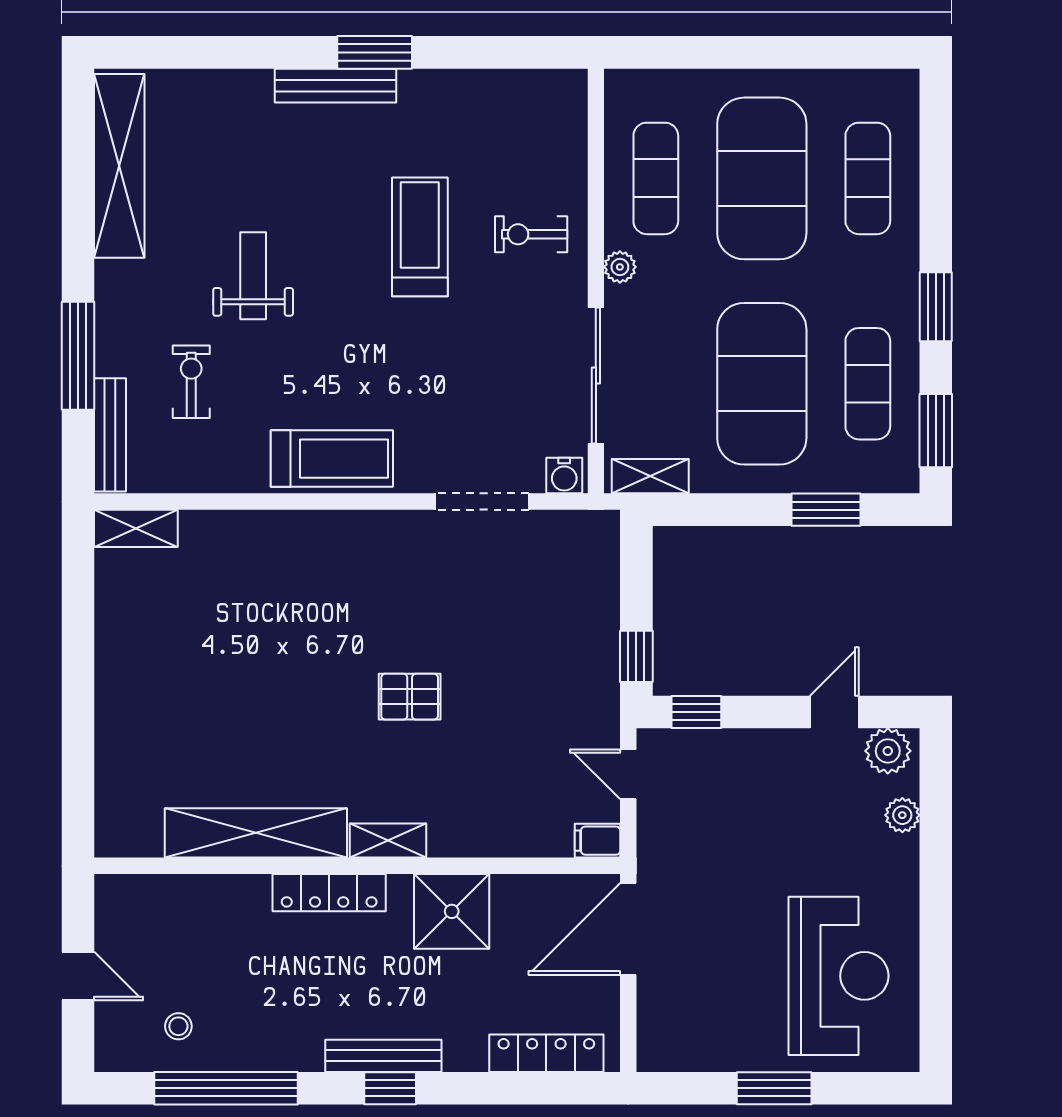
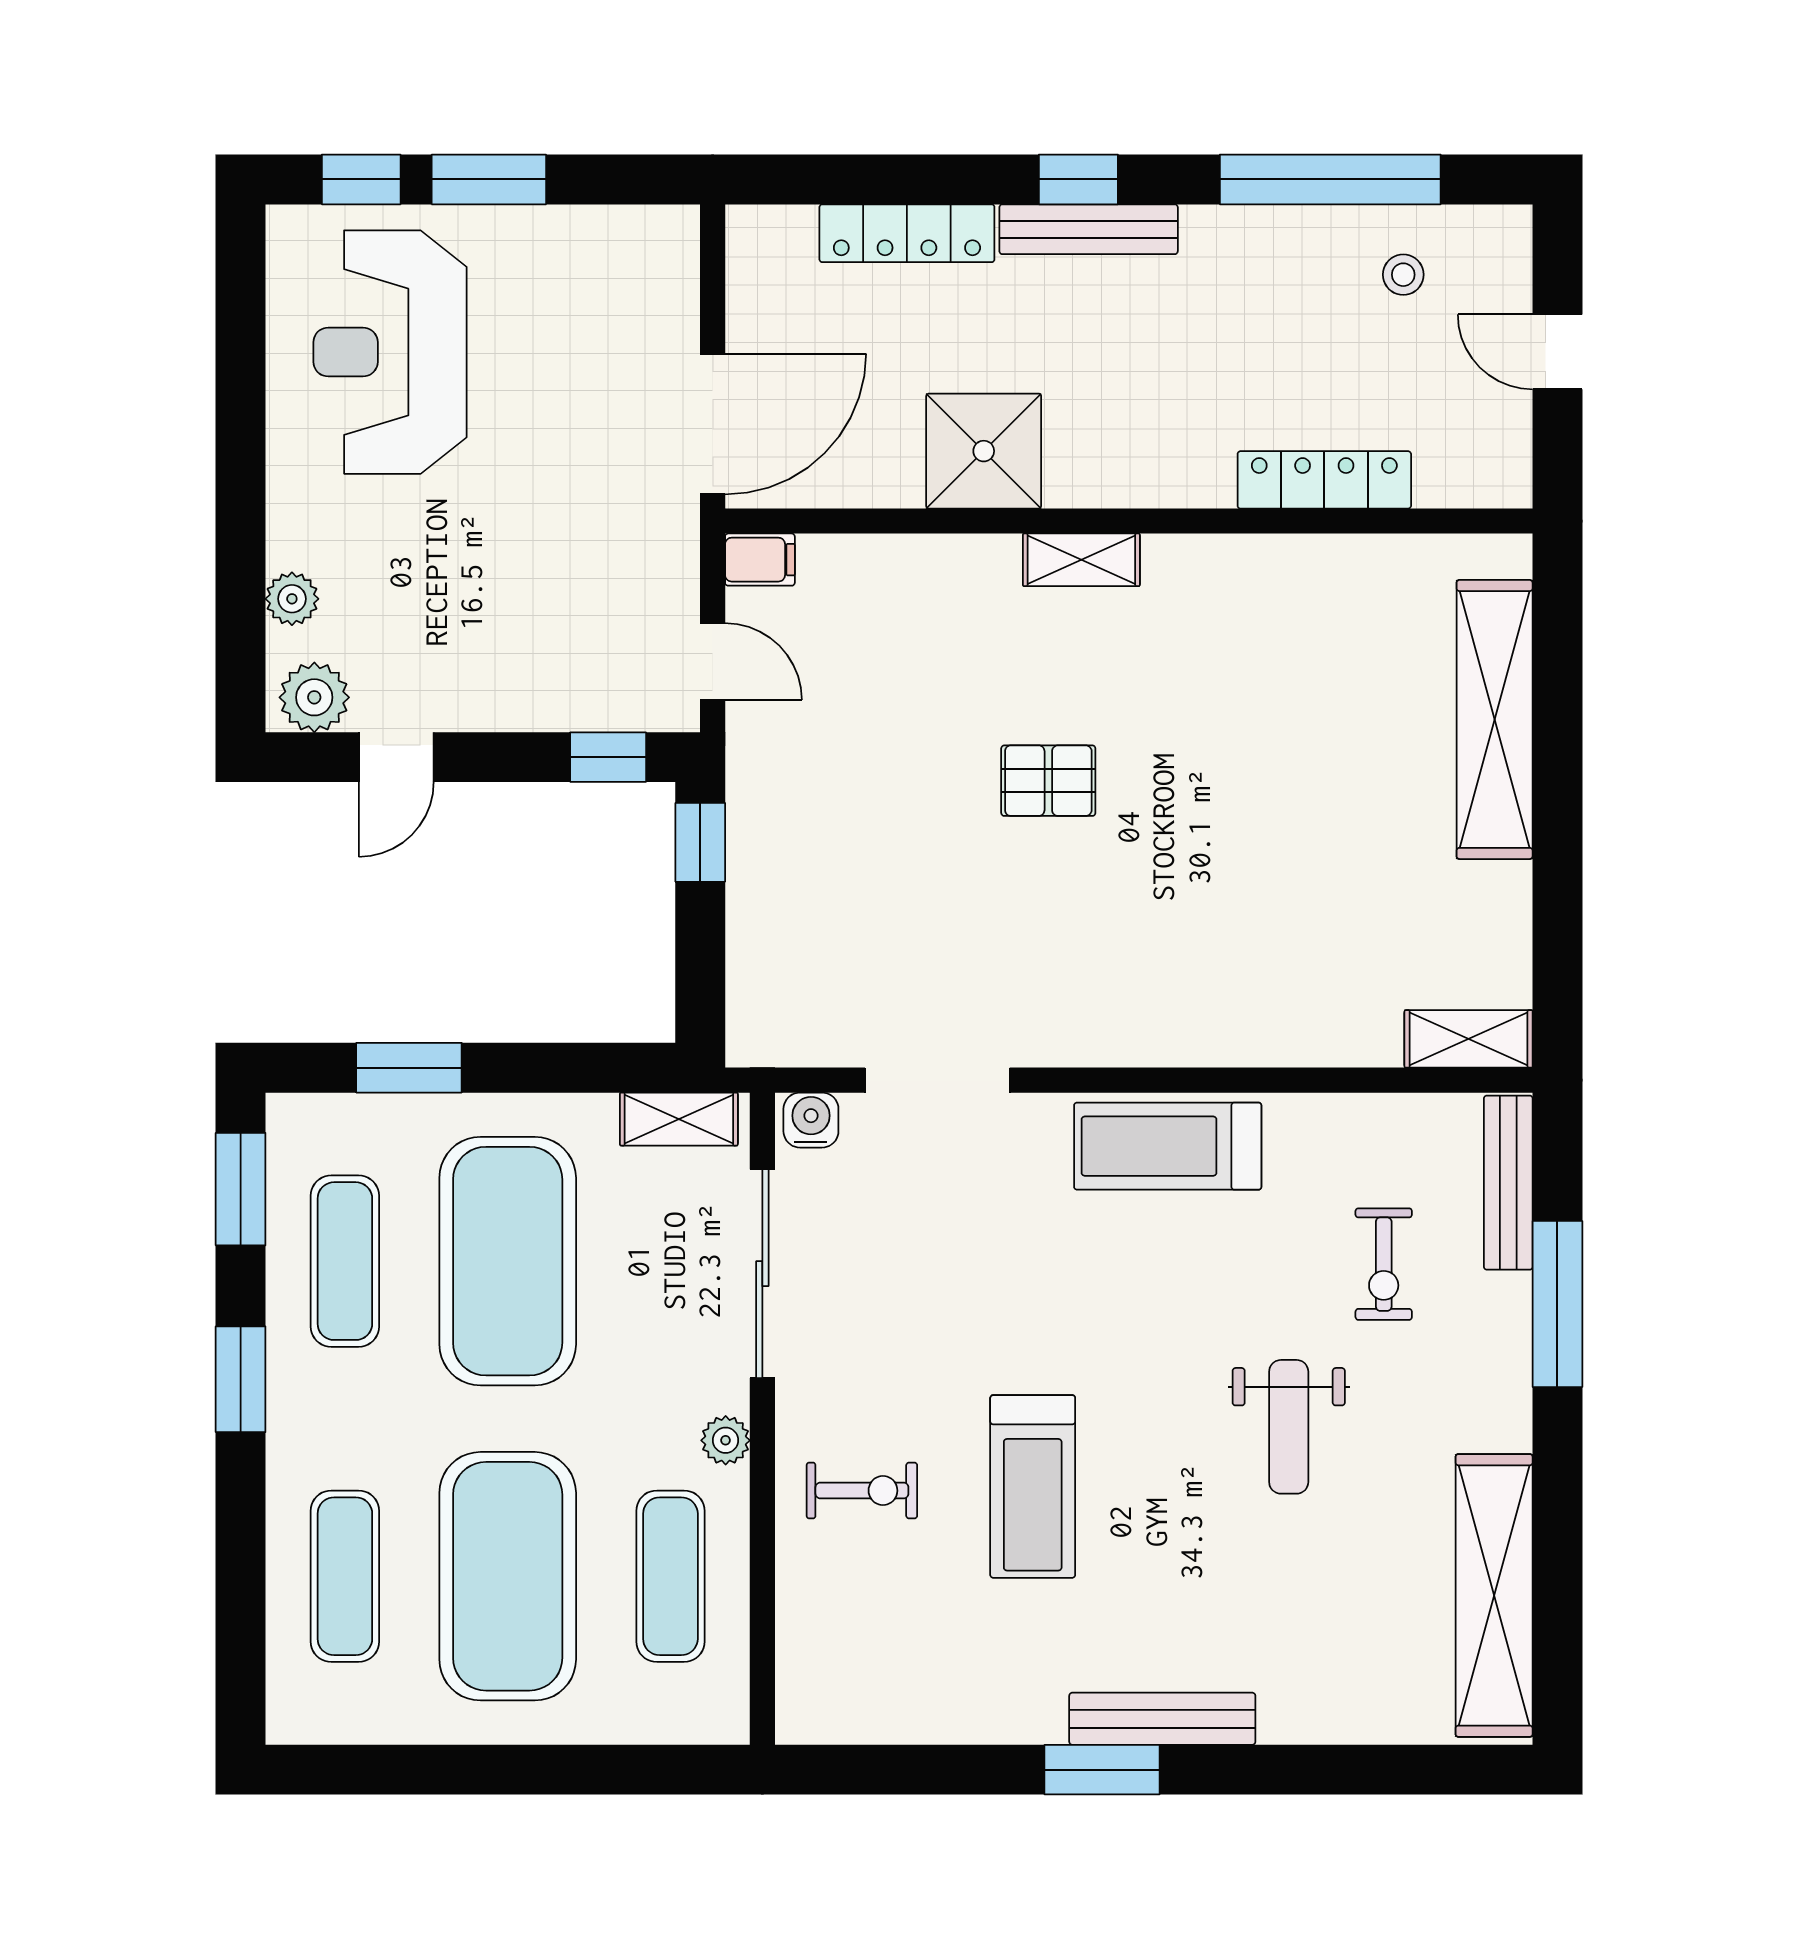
shelving: (256, 833) -> (1495, 719), moved, turned 90
locker: (329, 893) -> (1324, 480), moved
locker: (546, 1053) -> (907, 233), moved
window: (857, 1088) -> (361, 179), added

